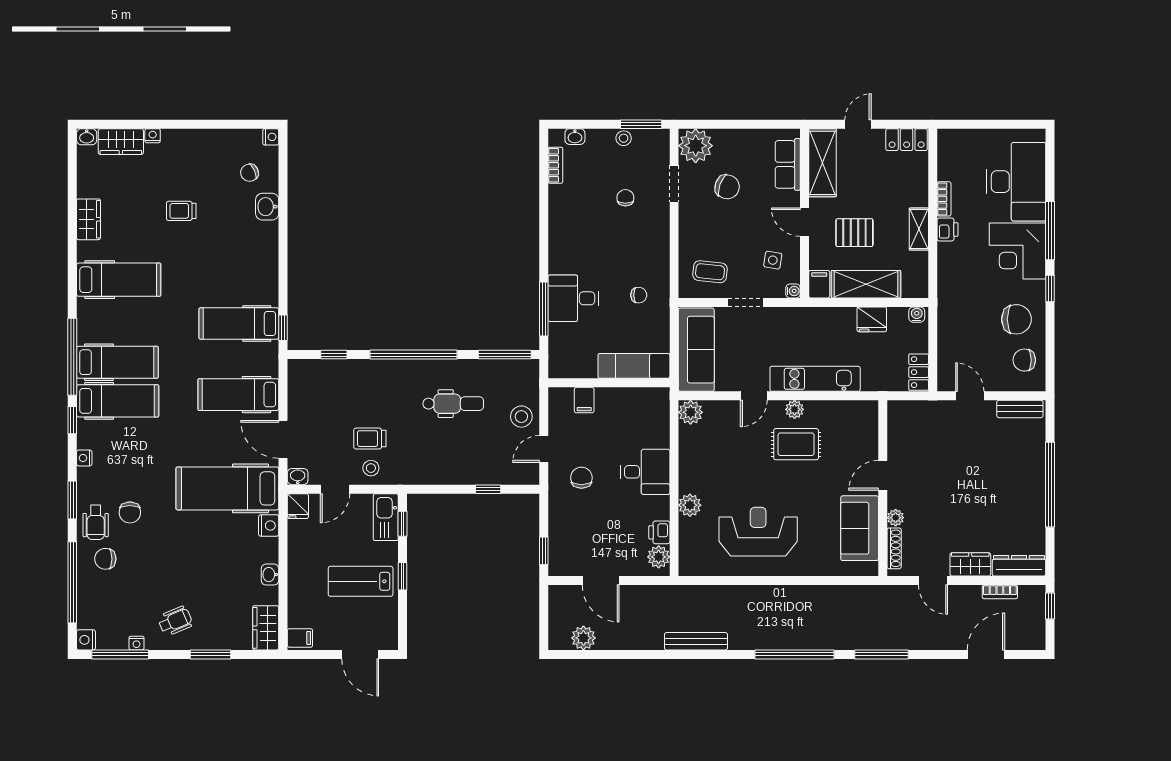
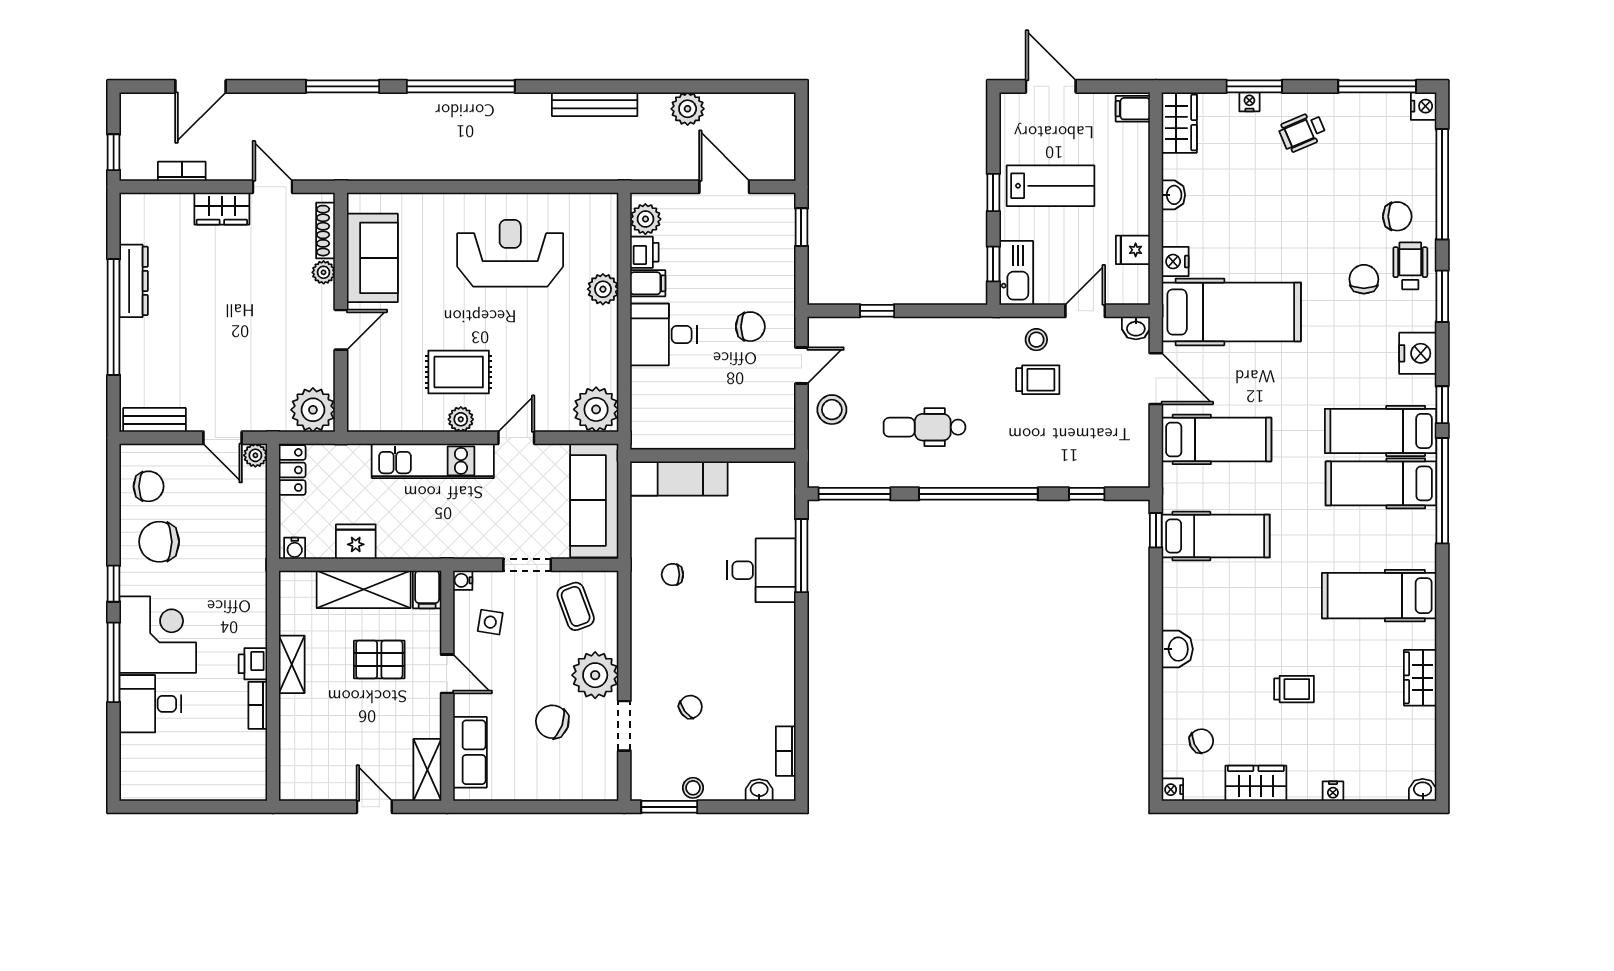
door: (858, 124) -> (374, 807), swing flipped
locker: (907, 140) -> (308, 786), removed
wardrobe: (121, 142) -> (1256, 783), moved
plant: (696, 146) -> (595, 675), moved
shelving: (823, 163) -> (427, 770), width x0.67, depth x0.75
desk: (1016, 182) -> (150, 704), width x0.53, depth x0.77
chair: (625, 198) -> (691, 707), turned -127
washbasin: (267, 207) -> (1177, 649), moved
coffee table: (710, 272) -> (576, 606), turned 64
plant: (946, 383) -> (255, 455), added
filing cabinet: (584, 400) -> (648, 283), moved, turned 90
plant: (691, 412) -> (596, 409), width x1.36, depth x1.36
plant: (903, 416) -> (313, 410), added
nightstand: (84, 458) -> (1418, 353), width x1.89, depth x1.79
chair: (581, 478) -> (750, 327), turned -90
fridge: (298, 506) -> (1133, 250), moved, turned -90
reception desk: (758, 532) -> (510, 253), turned 180
dresser: (1019, 566) -> (134, 281), moved, turned -90
plant: (583, 638) -> (688, 109), moved
nightstand: (136, 643) -> (1249, 102), moved

